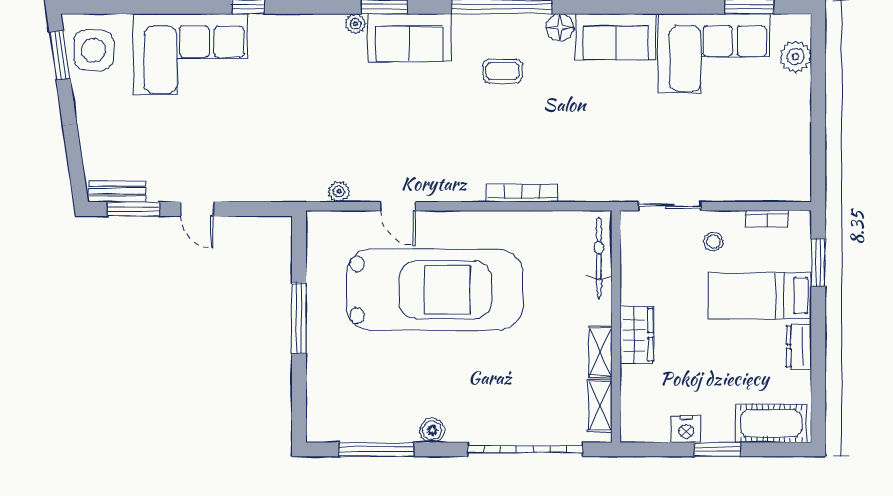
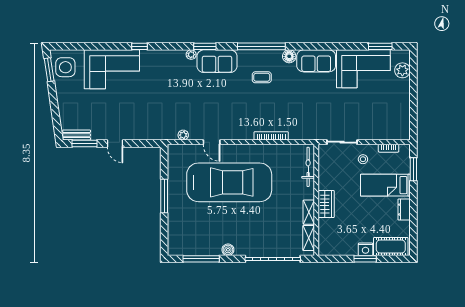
nightstand: (686, 429) -> (366, 249), moved

